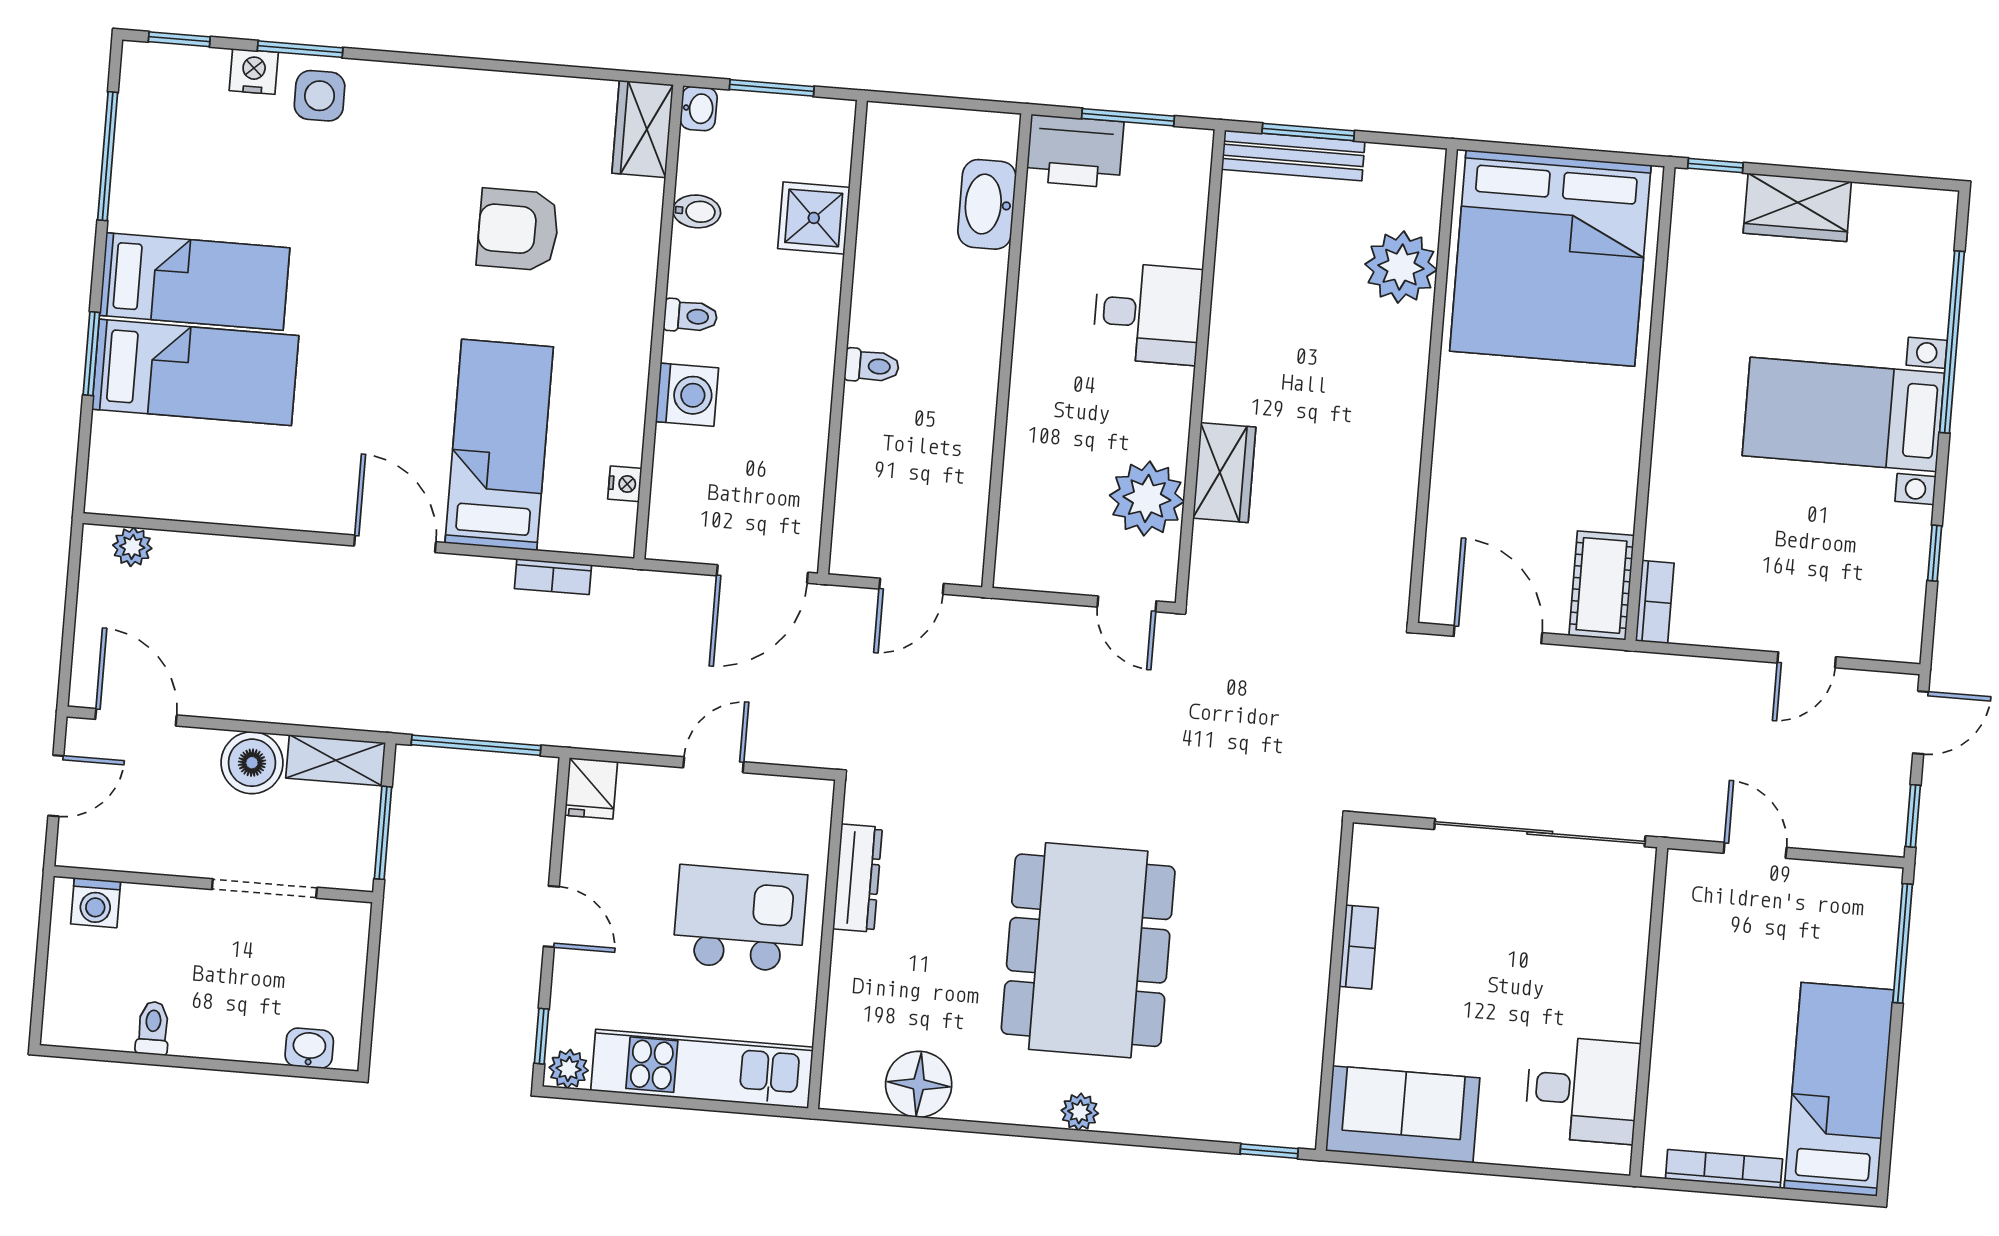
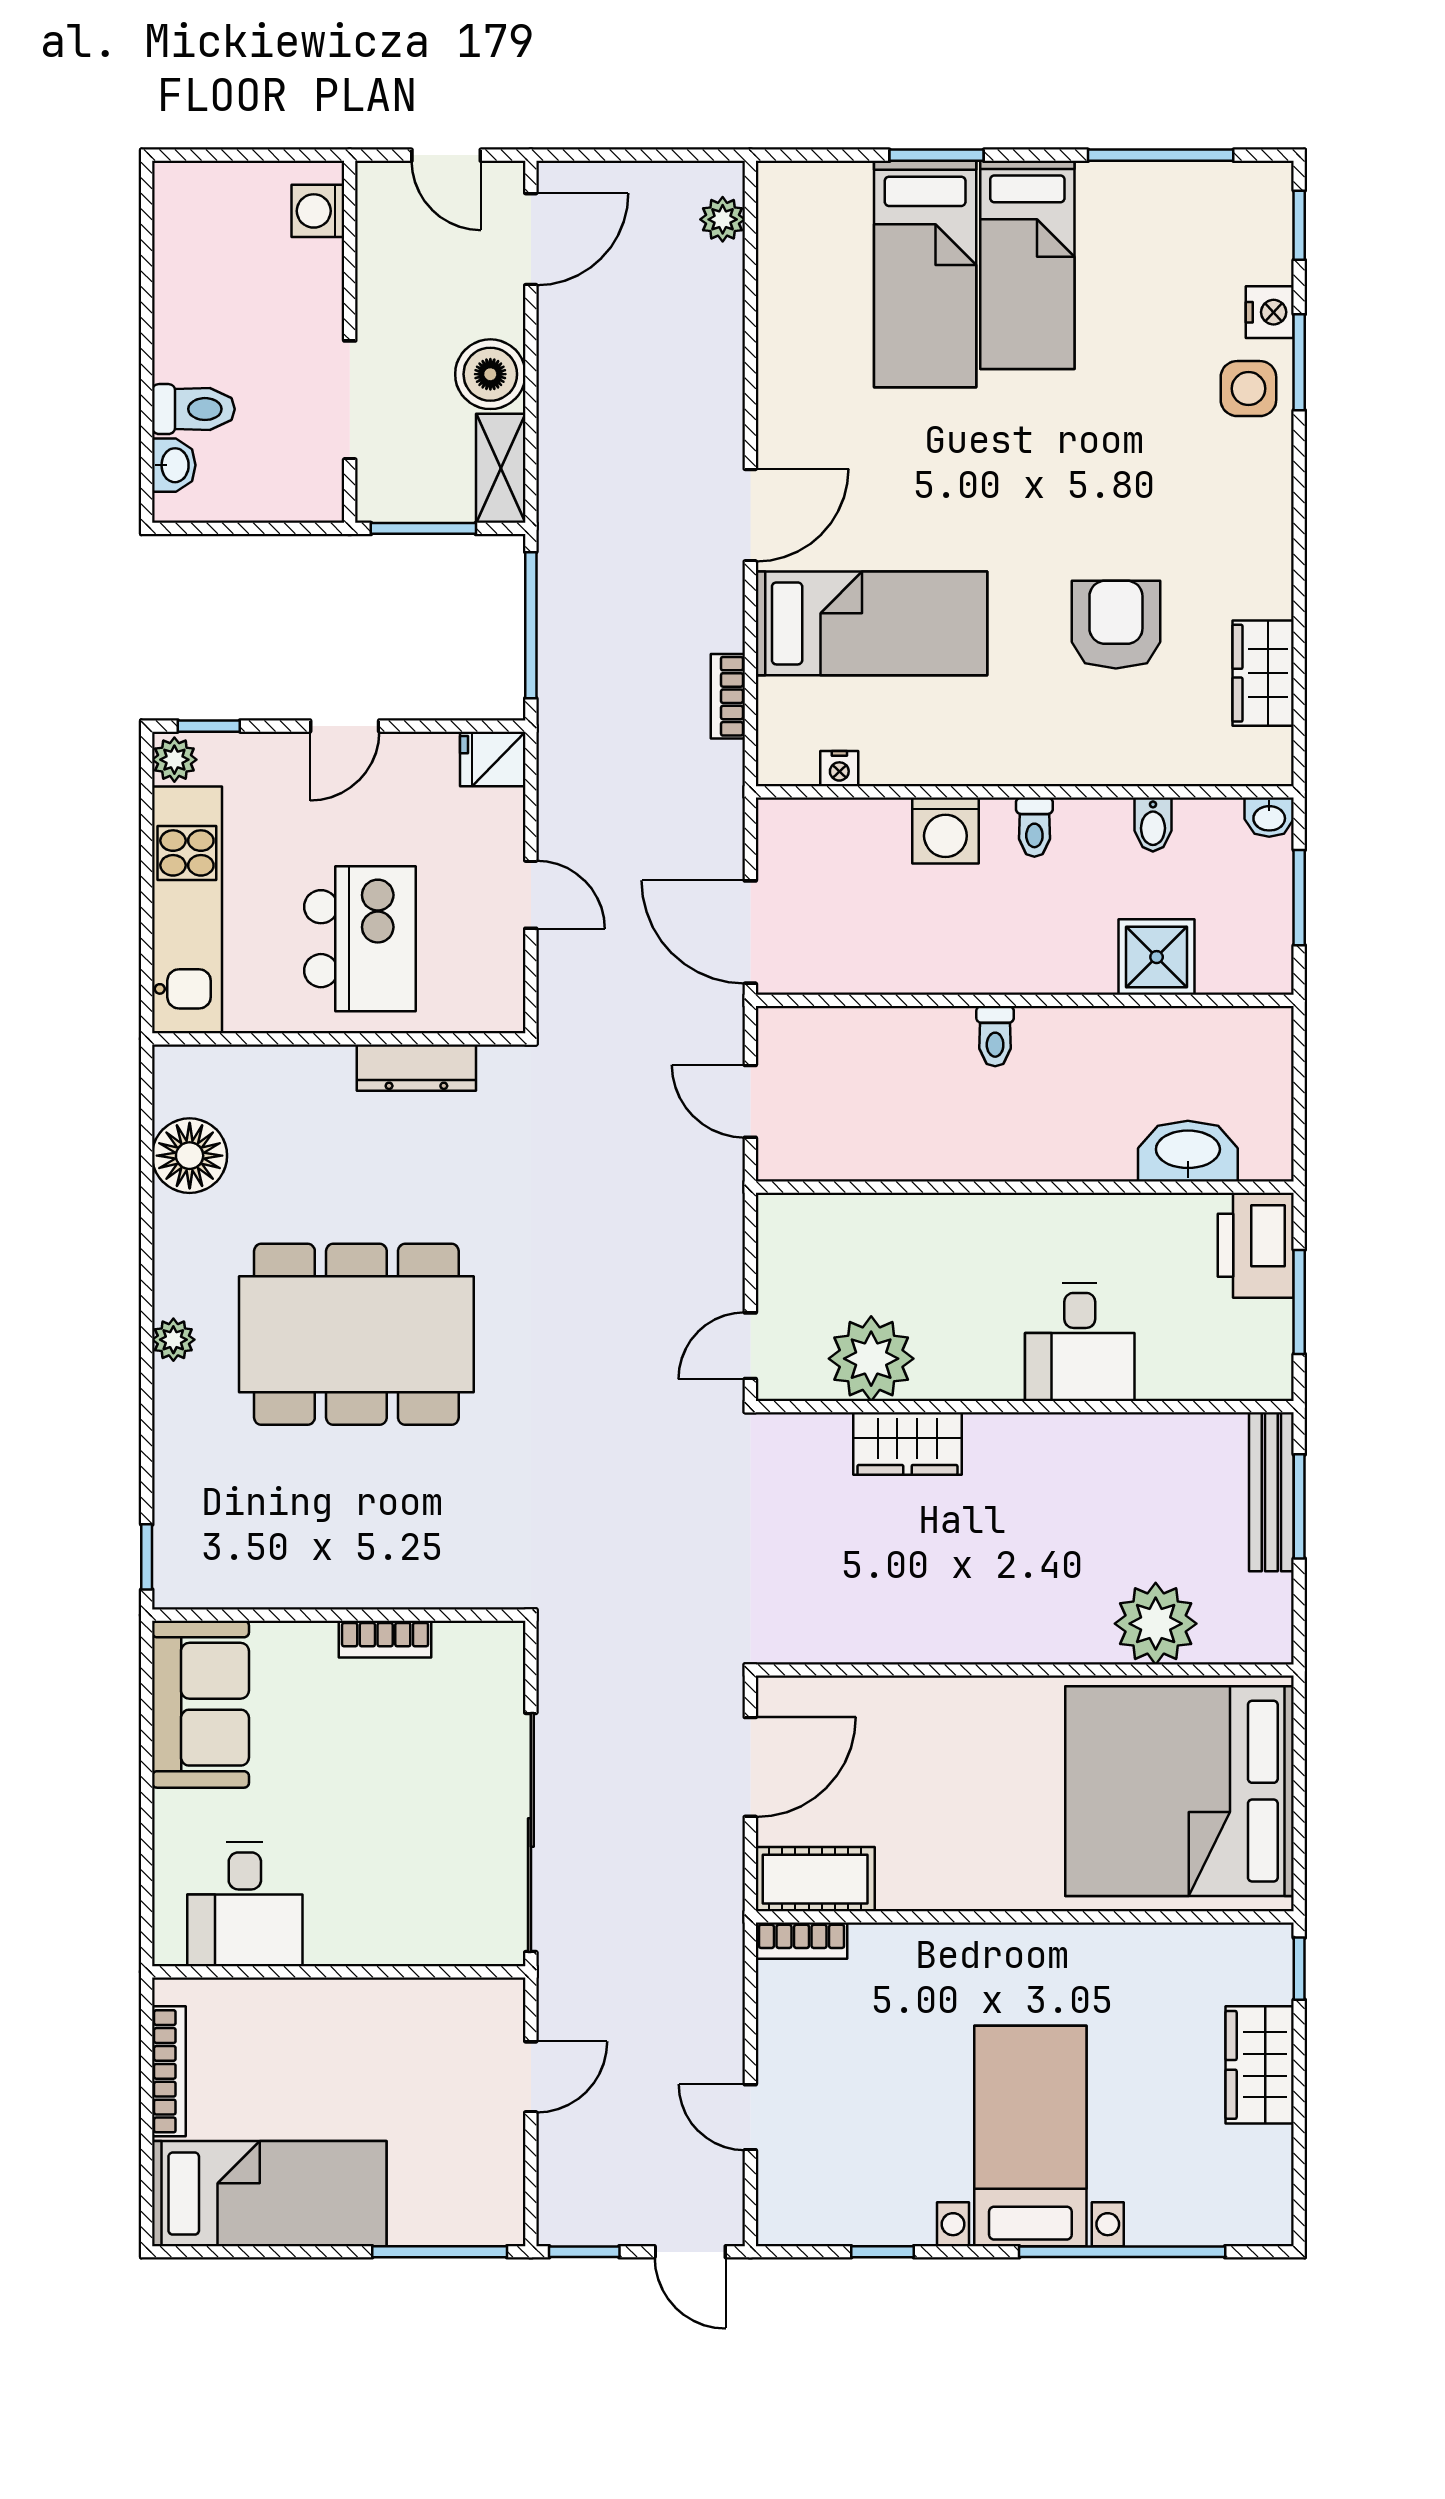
wardrobe: (643, 129) -> (1263, 673), moved, turned -90
toilet: (153, 1028) -> (193, 409), moved, width x1.37, depth x1.39

